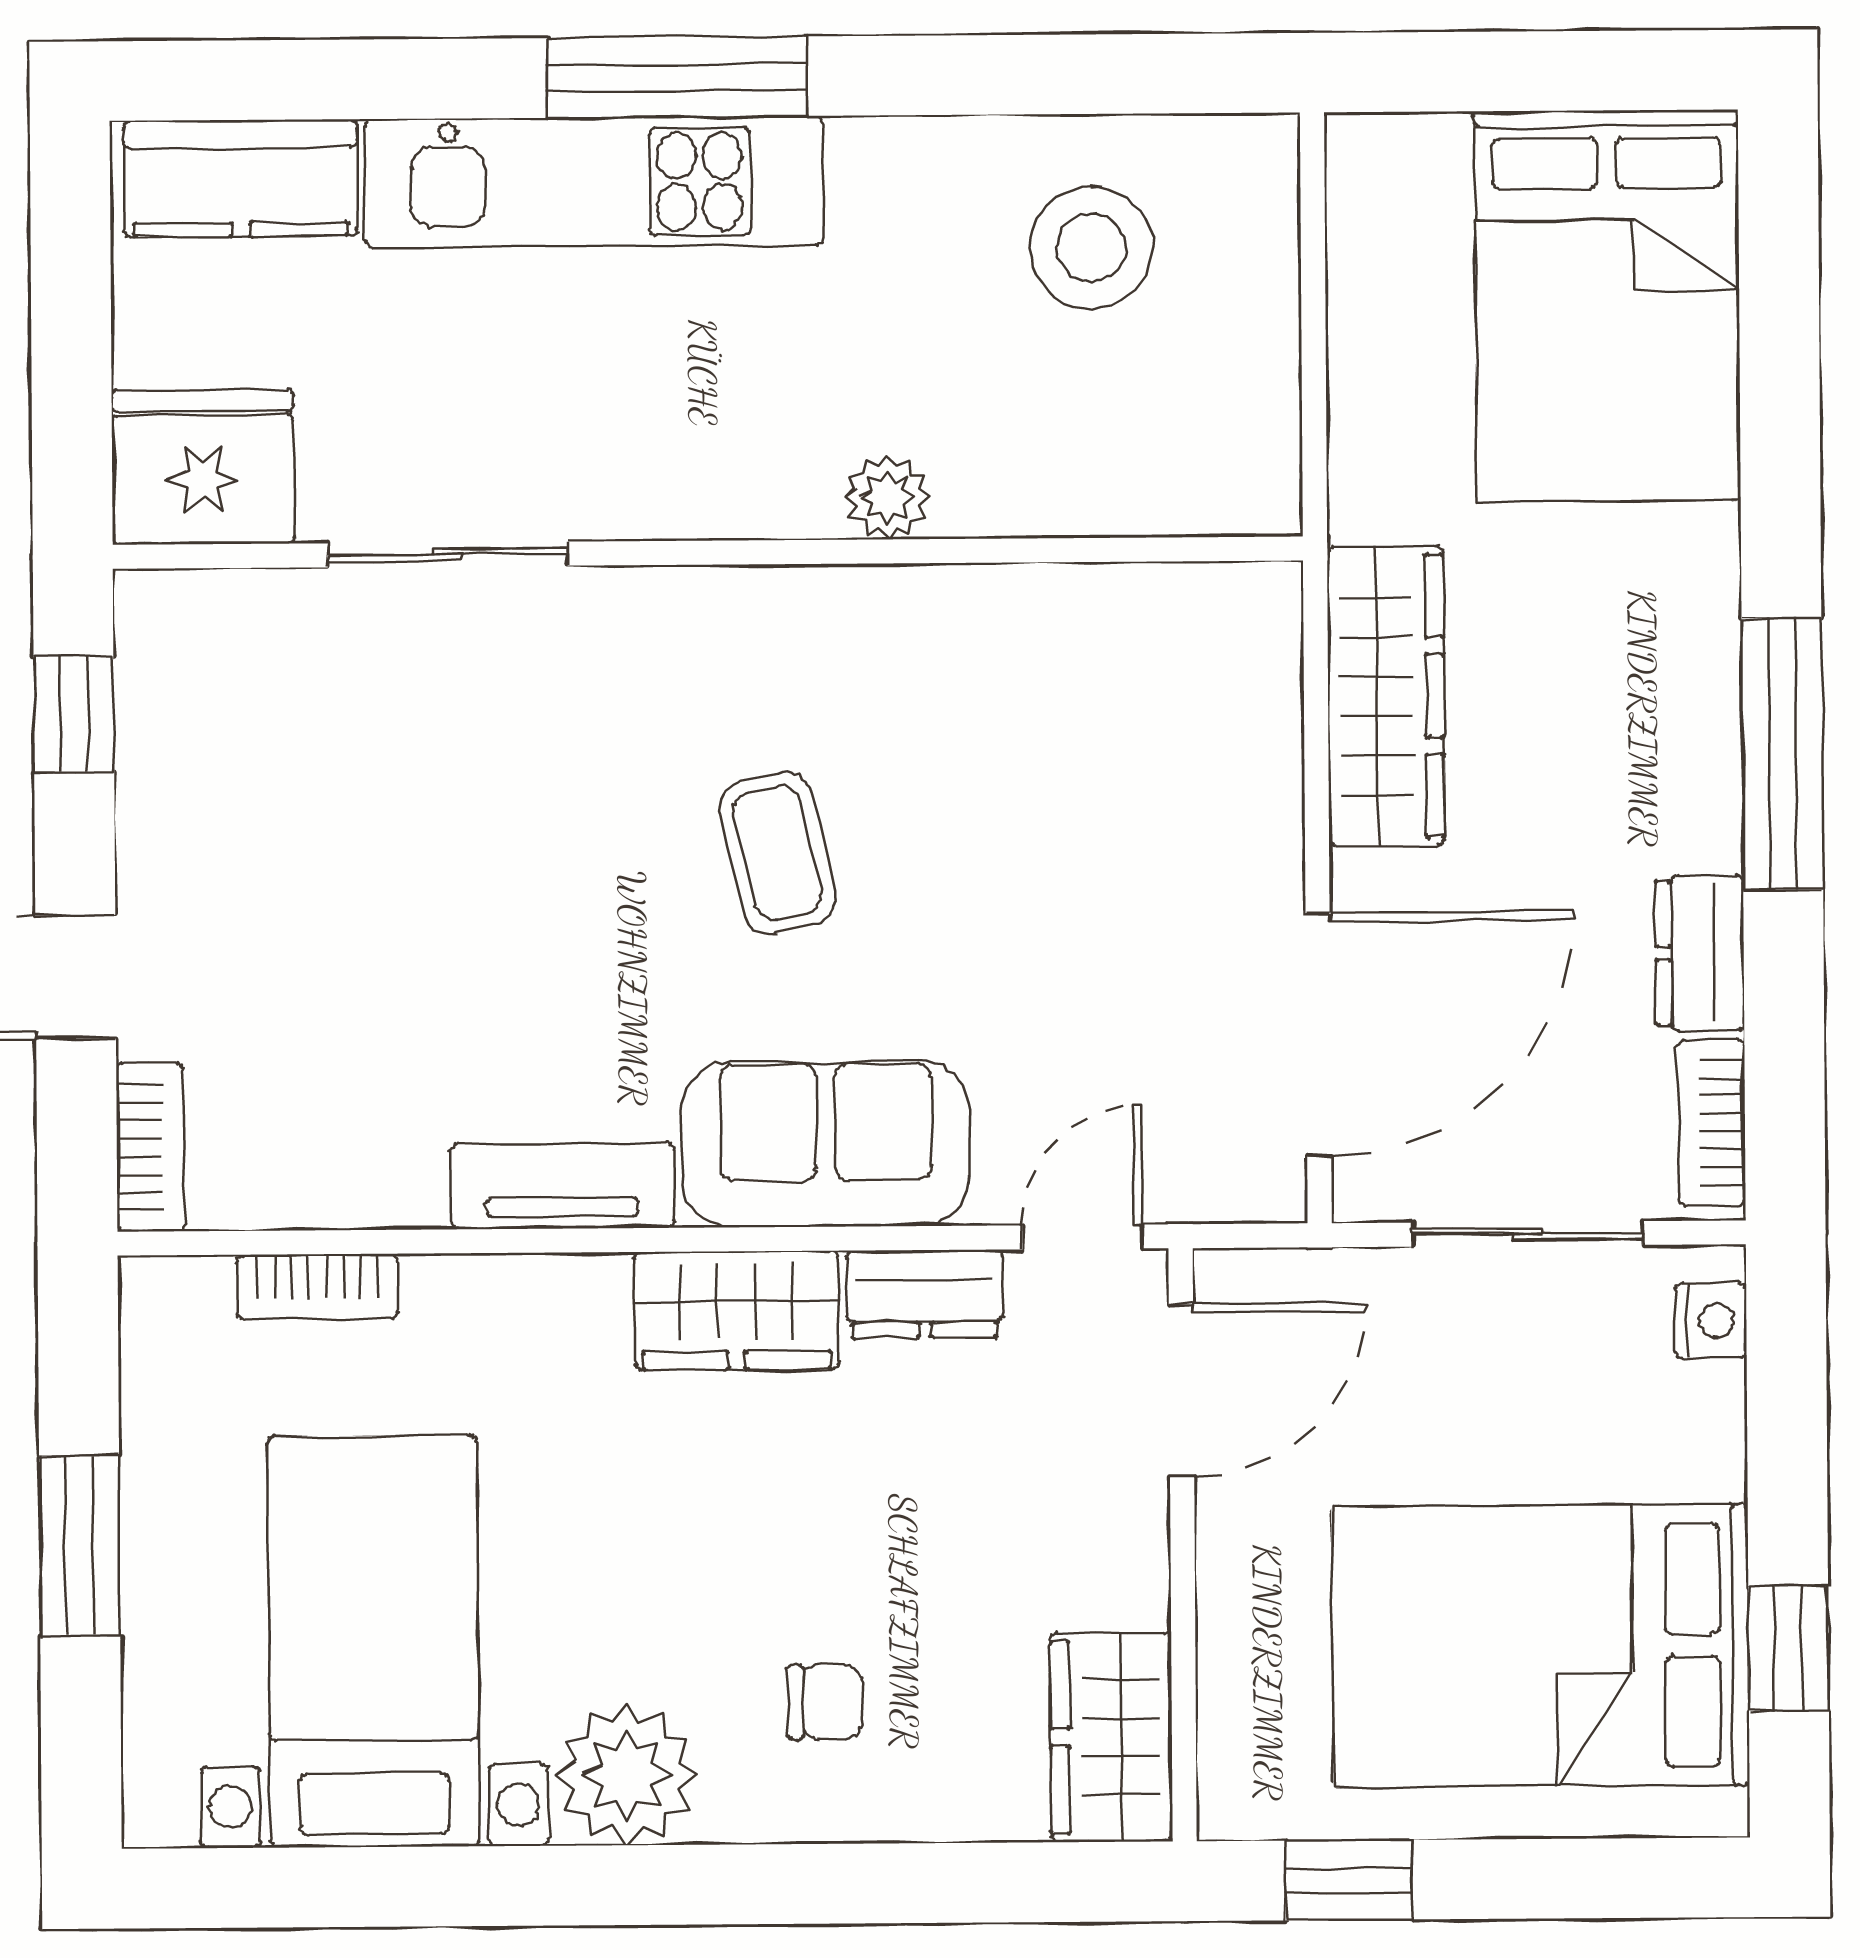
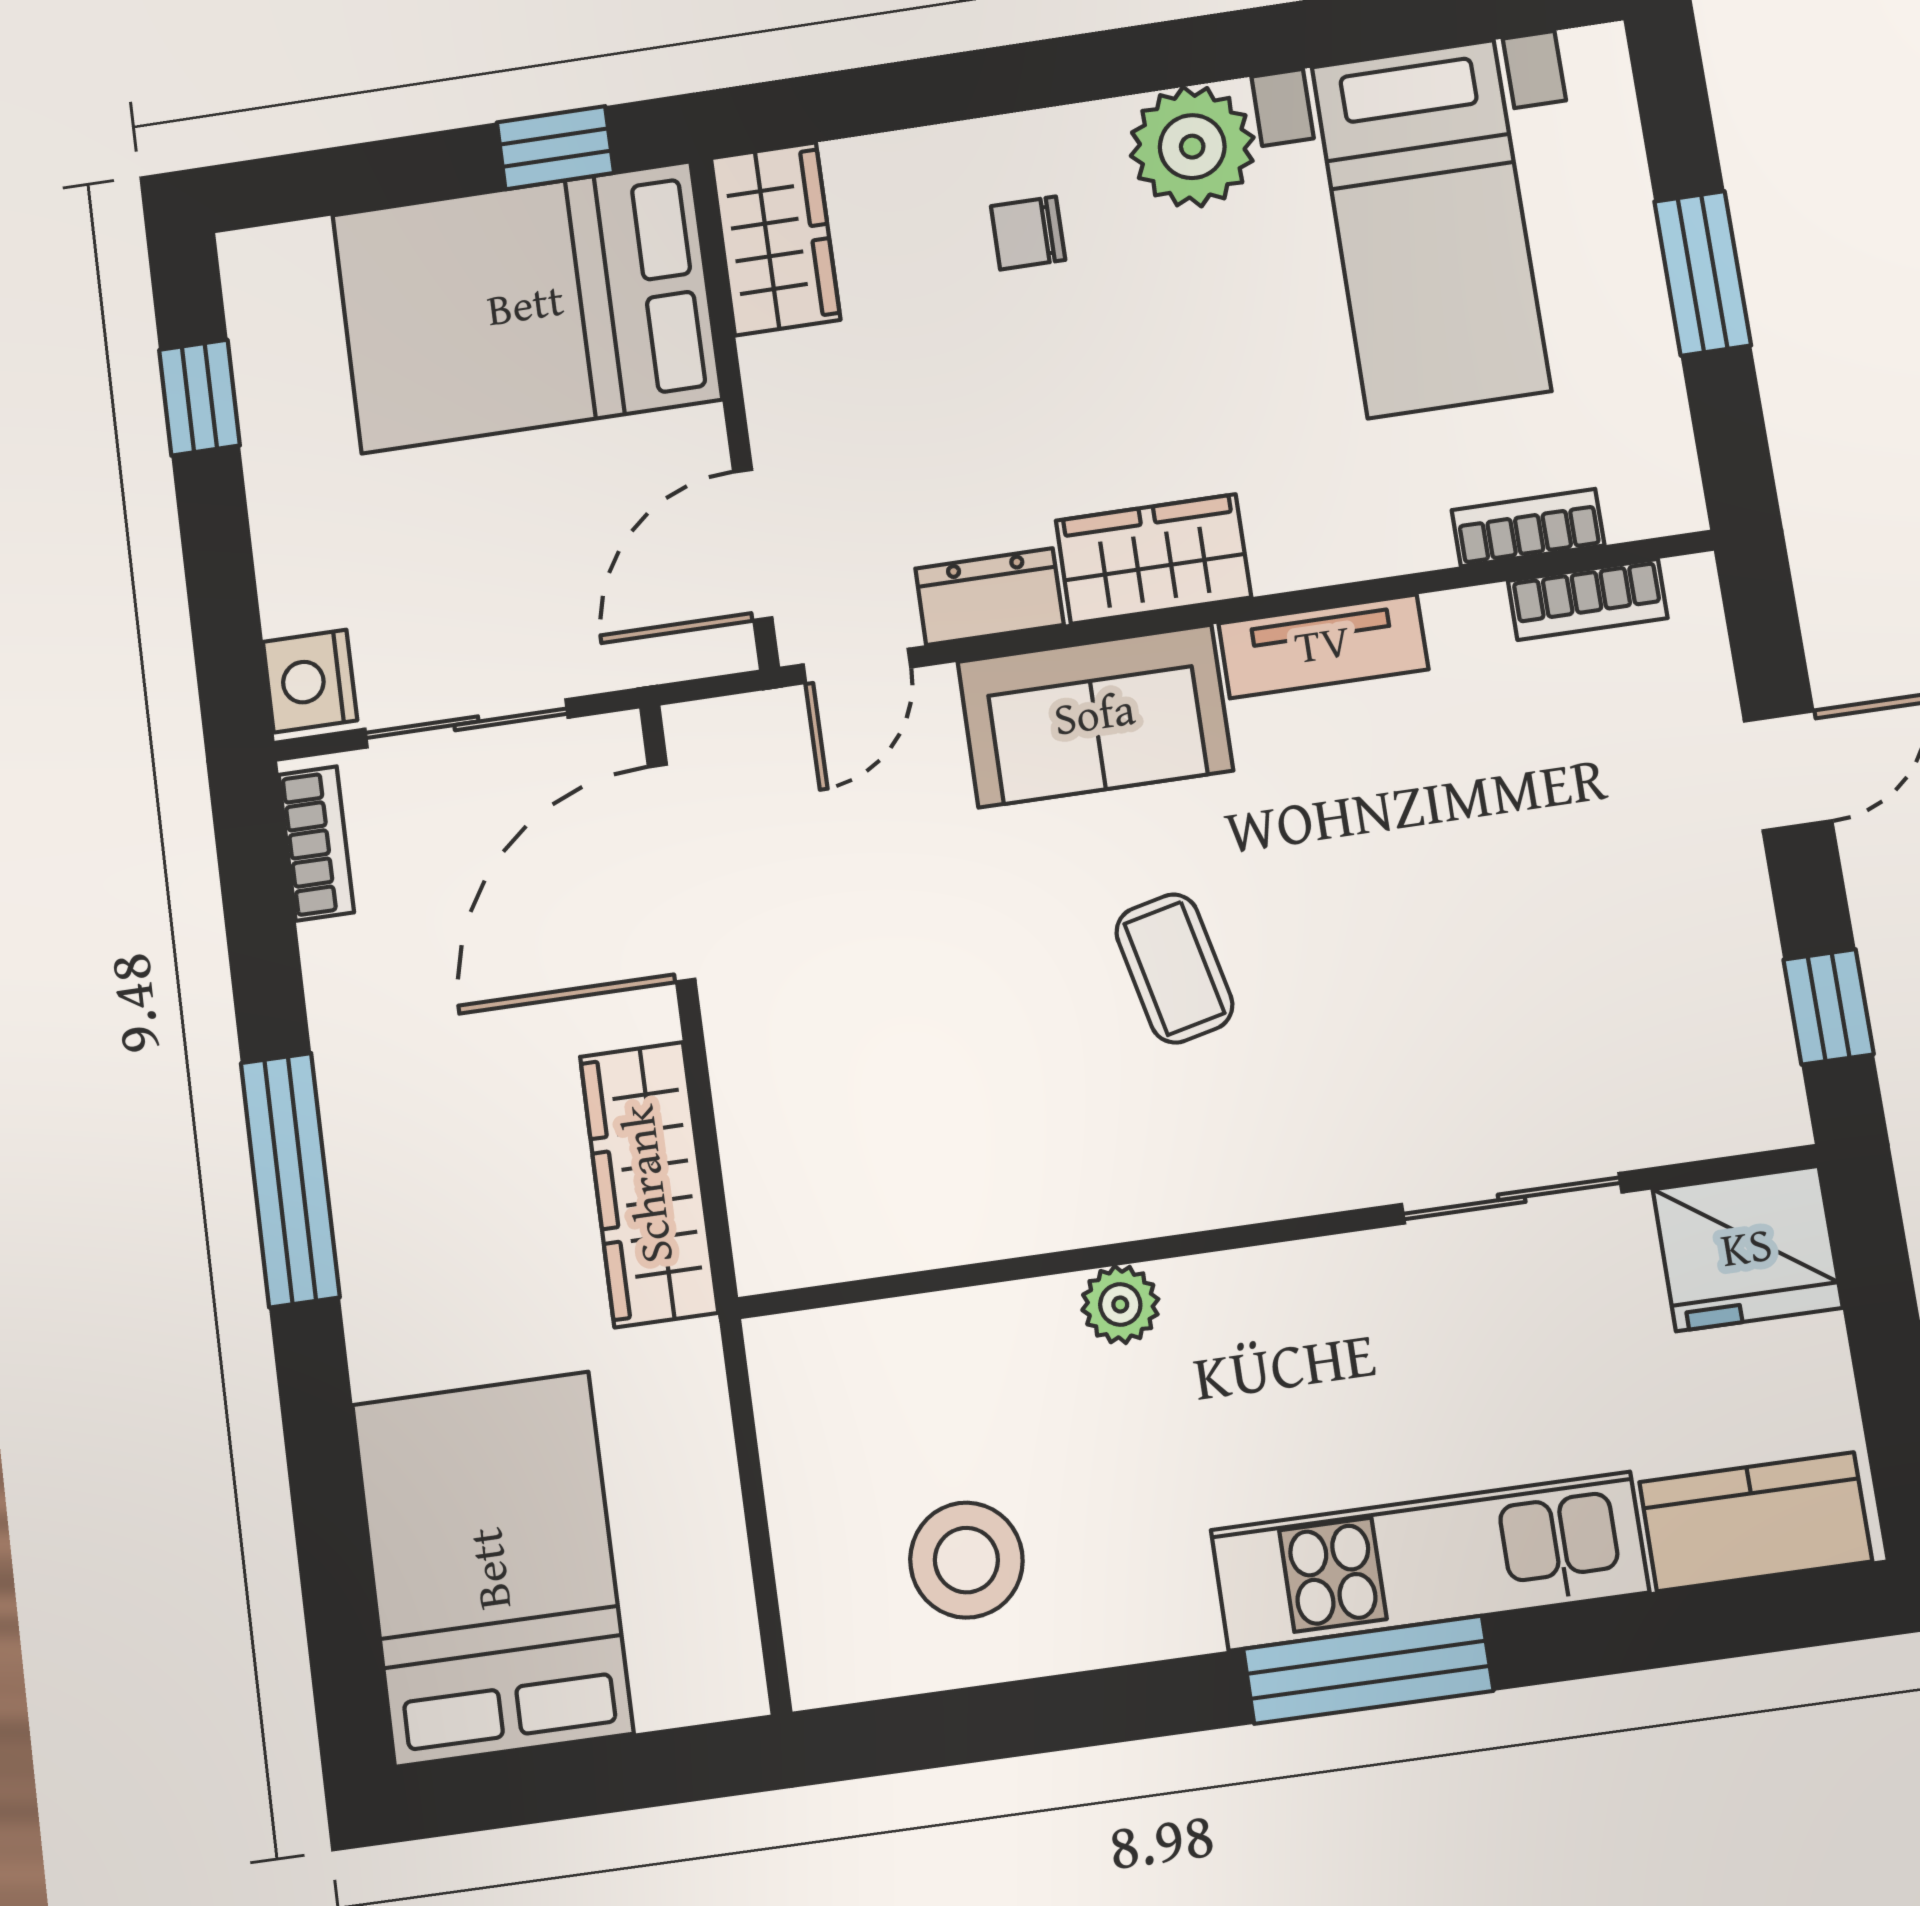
dresser: (1700, 953) -> (343, 992), removed
bookcase: (150, 1147) -> (1588, 600), moved, turned -90
nightstand: (1711, 1321) -> (310, 681), width x1.39, depth x1.35
bed: (1541, 1646) -> (526, 307), moved, turned 180

